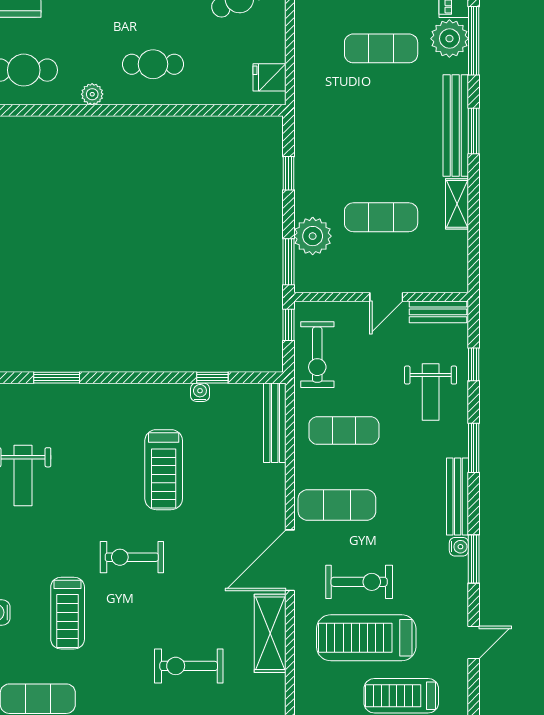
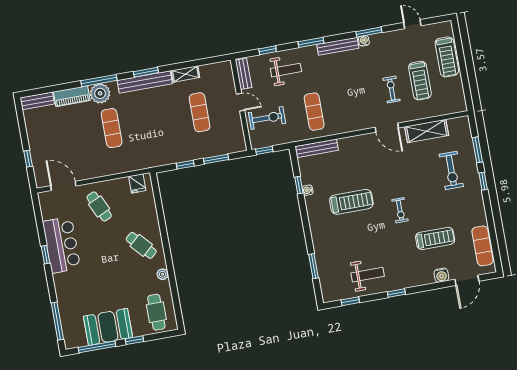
cafe table: (153, 64) -> (141, 245), turned -42
plant: (313, 236) -> (216, 146), removed
window: (288, 262) -> (216, 159), moved
exercise bike: (317, 355) -> (267, 118), moved
exercise mat: (337, 505) -> (354, 108), removed
exercise bike: (132, 557) -> (400, 210), width x0.73, depth x0.72
door: (290, 560) -> (387, 128), width x0.73
exercise bike: (359, 582) -> (392, 90), width x0.73, depth x0.72
treadmill: (366, 638) -> (420, 81), width x0.73, depth x0.73

